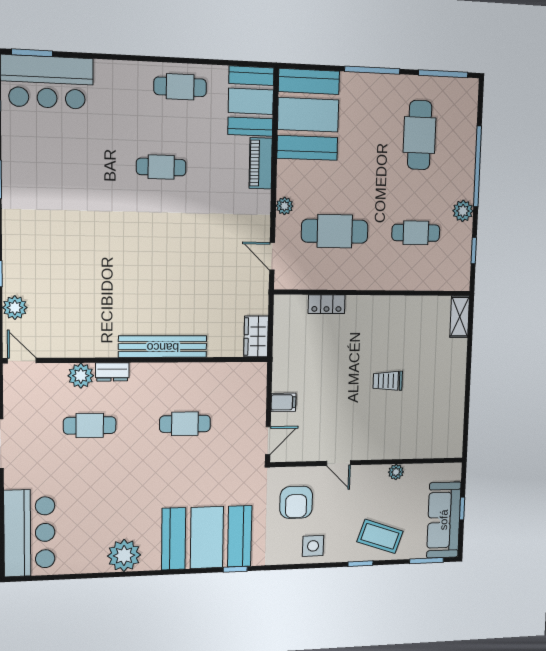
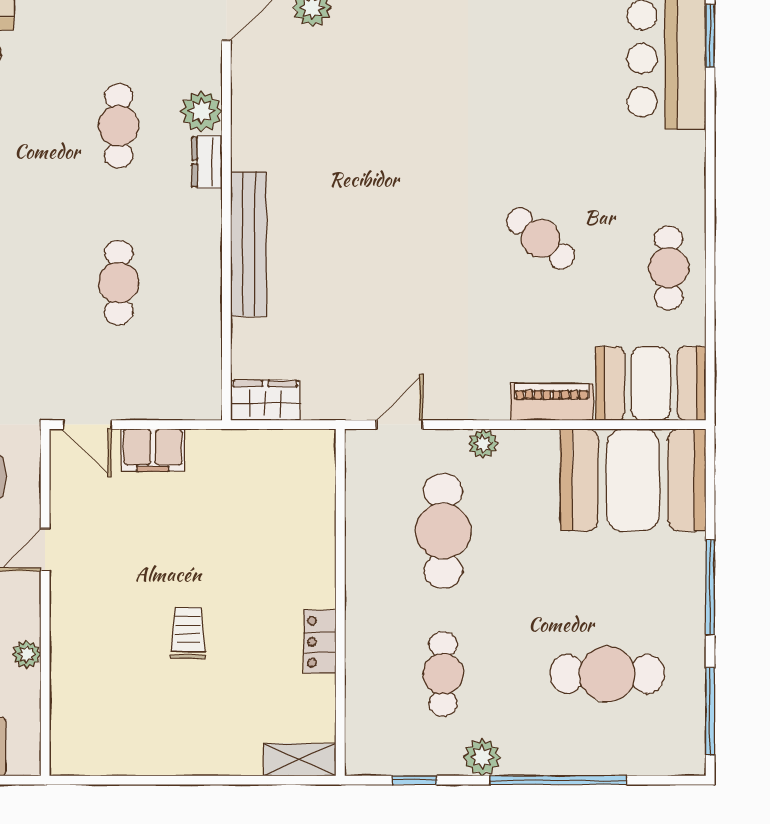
cafe table: (161, 167) -> (541, 239), turned -50
locker: (327, 304) -> (320, 642), moved
filing cabinet: (283, 402) -> (153, 450), width x2.00

